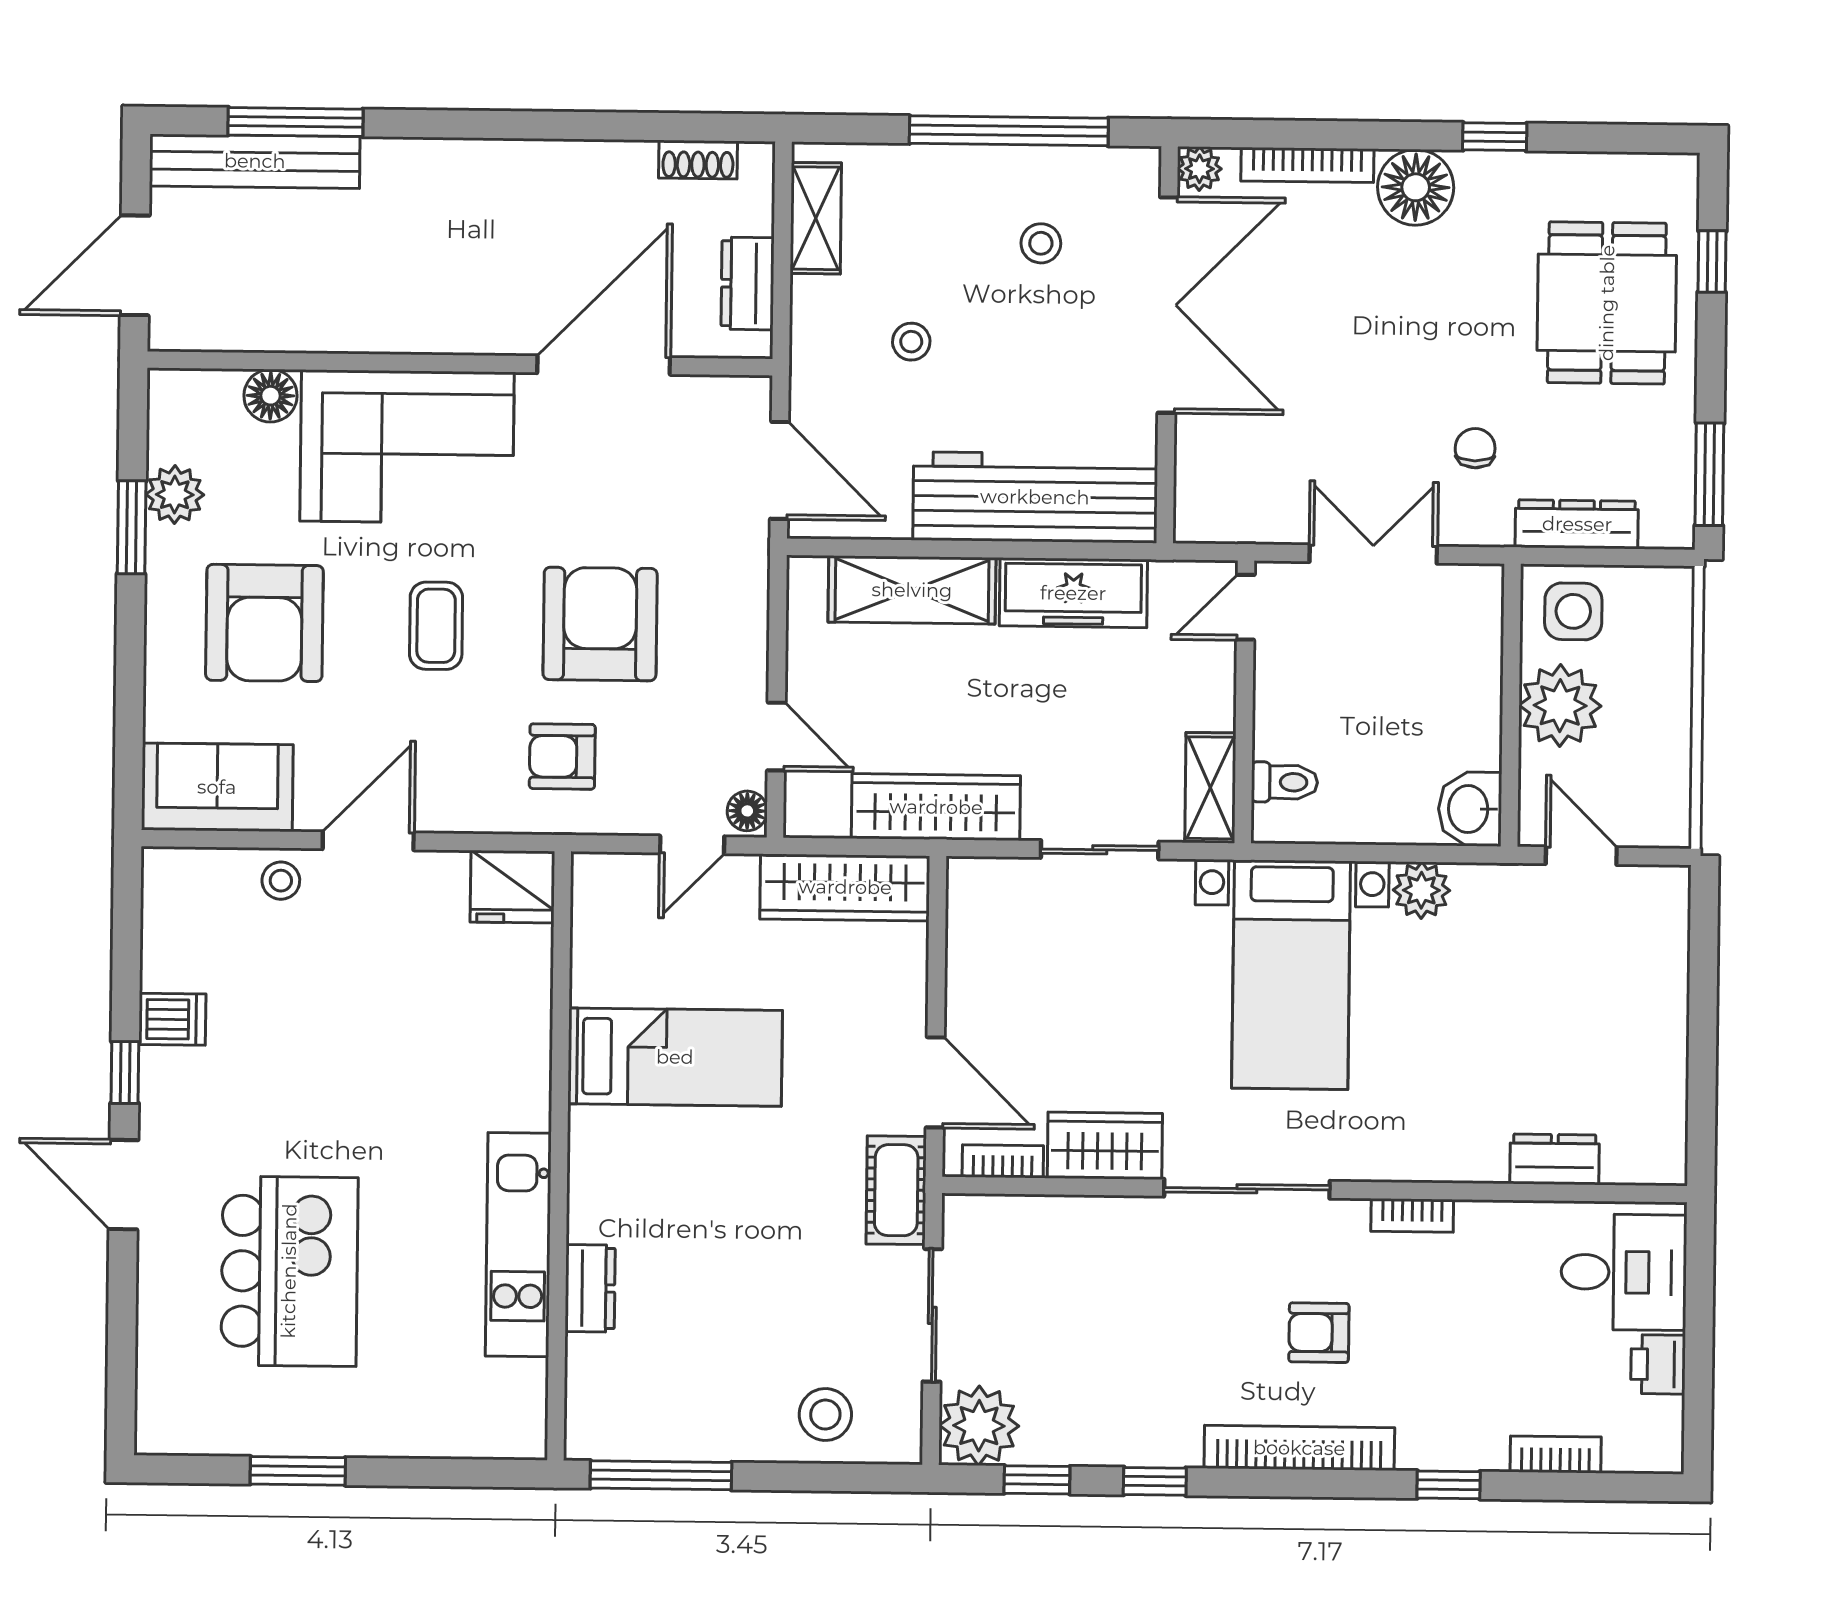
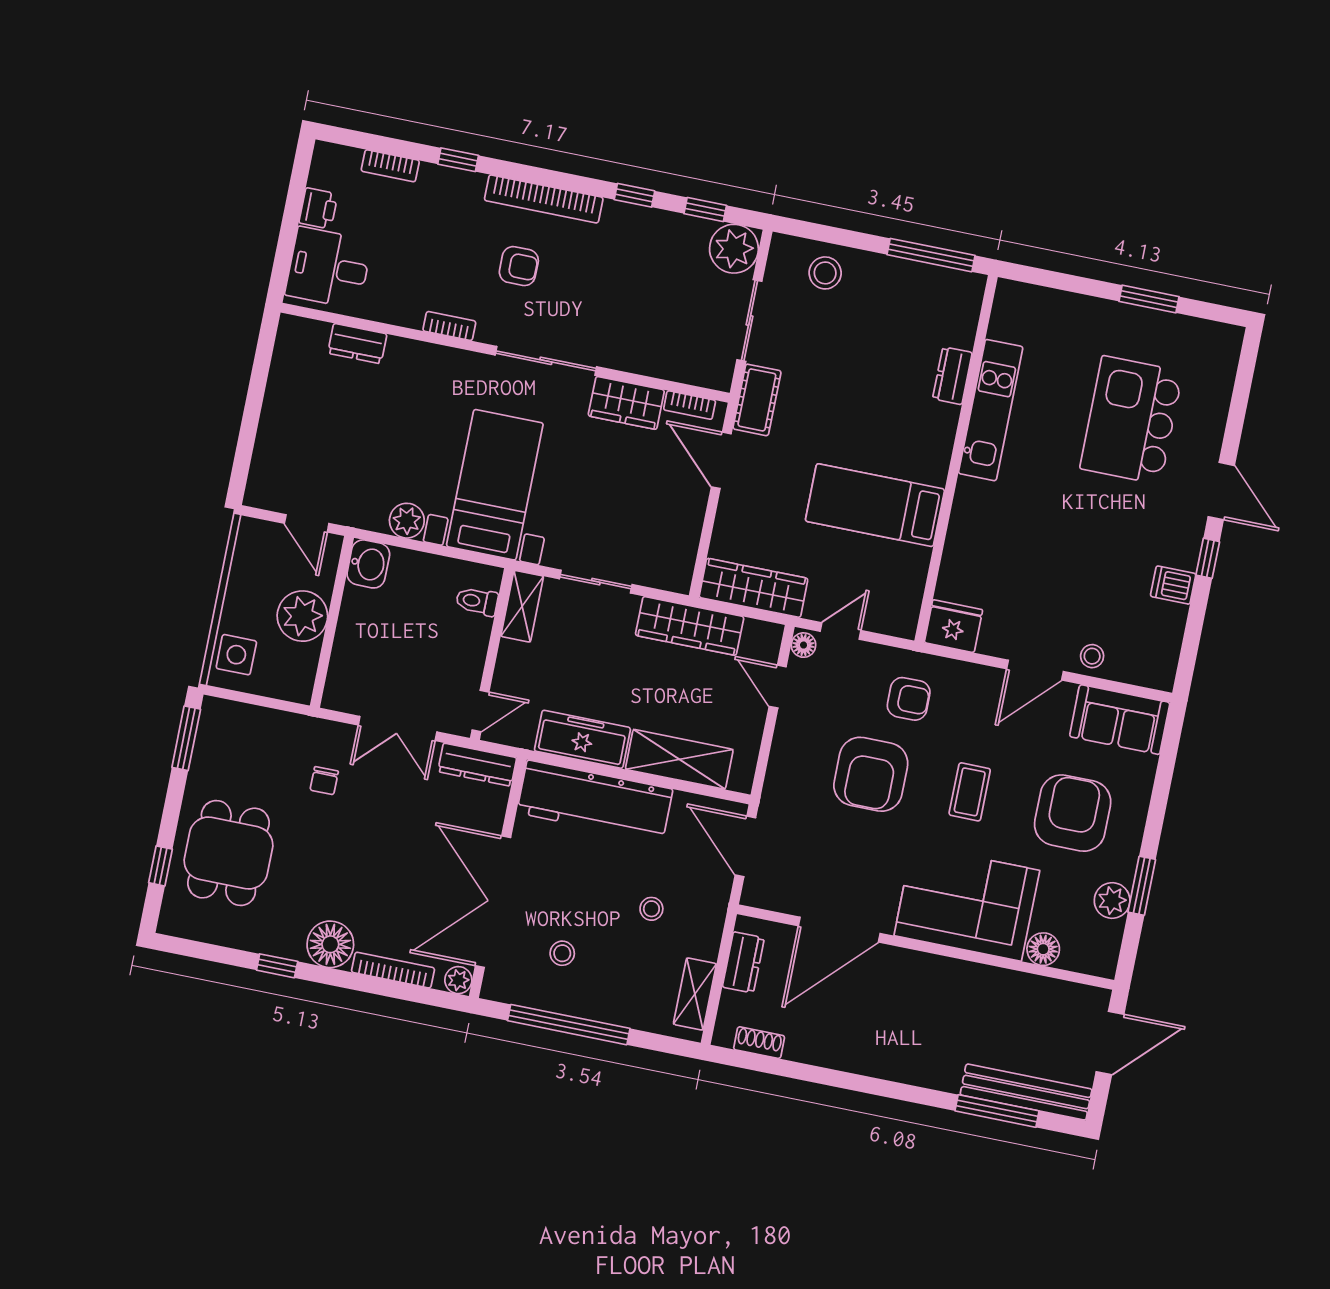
dresser: (1577, 524) -> (477, 765), moved
side table: (1573, 611) -> (236, 655), moved

